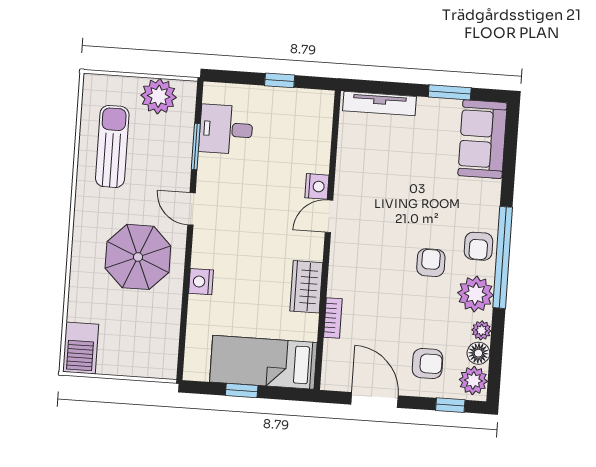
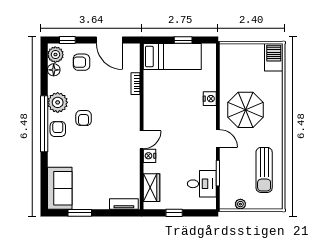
plant: (159, 96) -> (240, 204), width x0.53, depth x0.53
tv unit: (380, 104) -> (124, 204), width x0.71
wardrobe: (306, 287) -> (151, 188), moved
plant: (481, 330) -> (53, 83), removed

